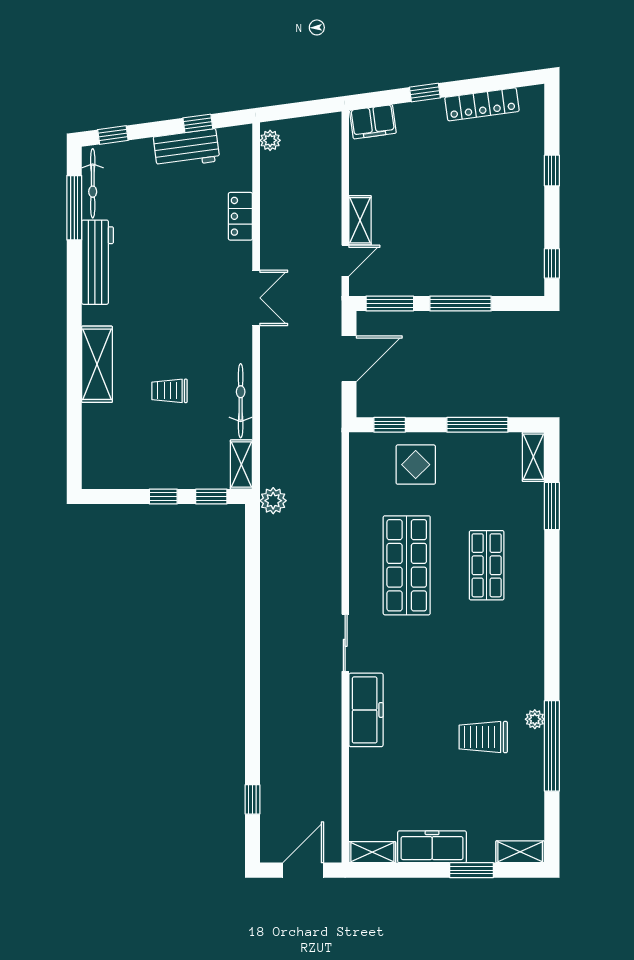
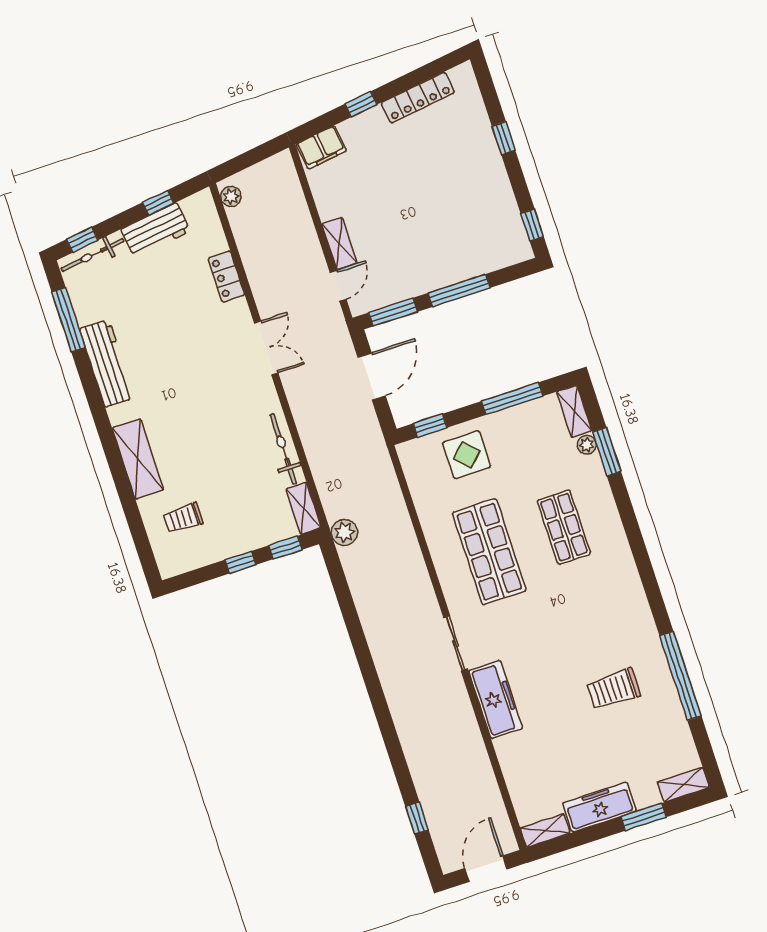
bicycle: (93, 183) -> (93, 255), moved, turned 82
trolley: (169, 391) -> (183, 518), moved
plant: (535, 719) -> (587, 445), moved

